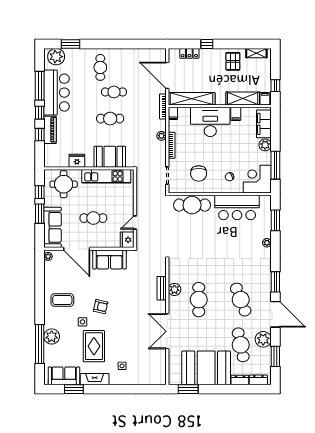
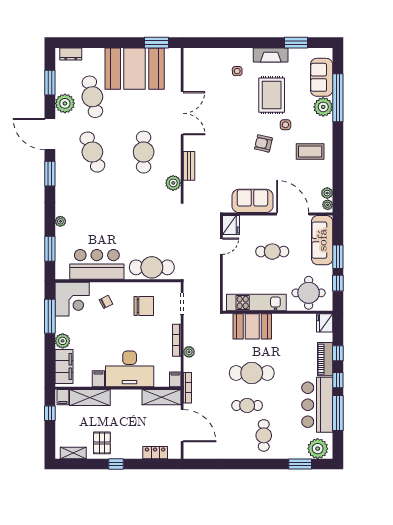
window: (207, 44) -> (116, 464), moved
shelving: (192, 99) -> (161, 397), width x0.68
cafe table: (110, 119) -> (252, 373), width x1.37, depth x1.35
fridge: (77, 161) -> (325, 323), moved, turned 90
chair: (199, 173) -> (144, 306), turned 90
plant: (48, 266) -> (327, 193), added
plant: (174, 290) -> (173, 183), moved
sofa: (64, 376) -> (322, 77), moved, turned 90
dresser: (240, 380) -> (93, 54), removed

